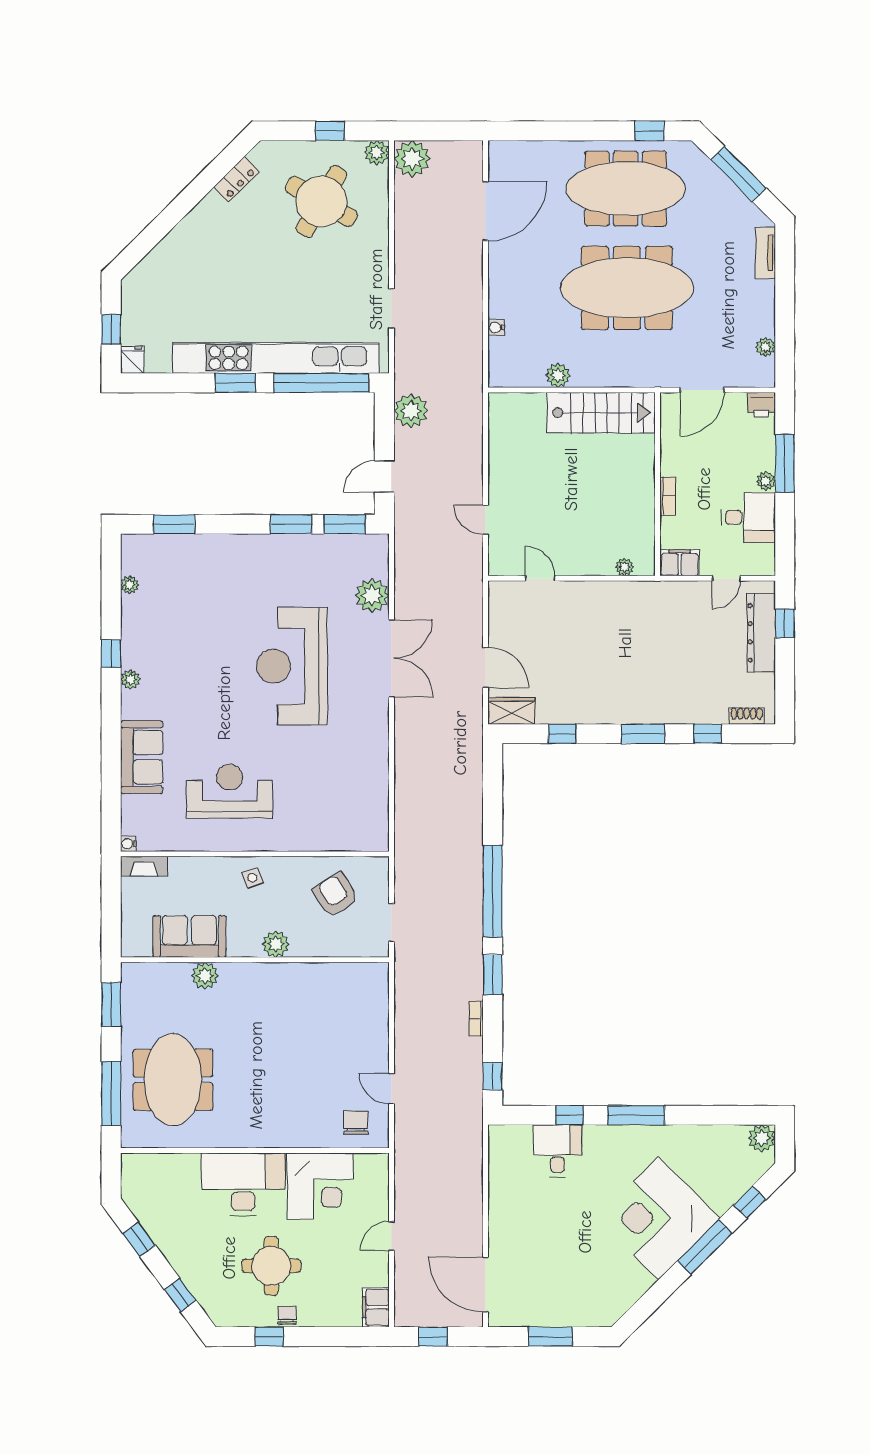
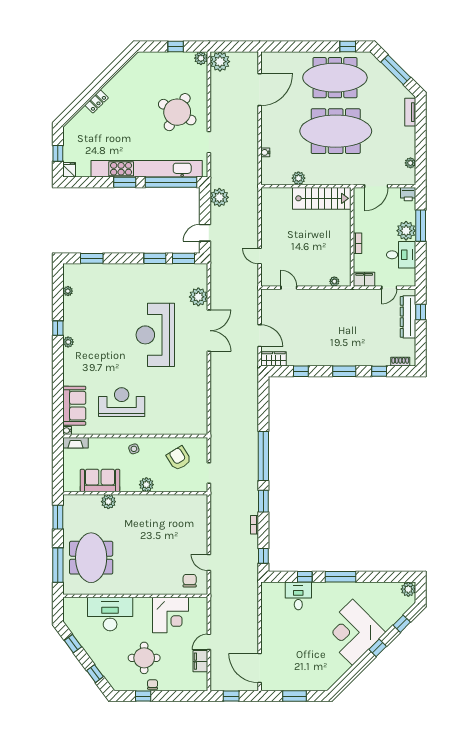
locker: (237, 179) -> (97, 101), moved
round table: (321, 201) -> (177, 112), moved
plant: (766, 481) -> (406, 231), width x1.88, depth x1.88
sofa: (142, 757) -> (74, 406), moved
desk: (243, 1184) -> (110, 614), moved
window: (705, 1247) -> (378, 648), width x0.46
filing cabinet: (376, 1307) -> (200, 661), moved

